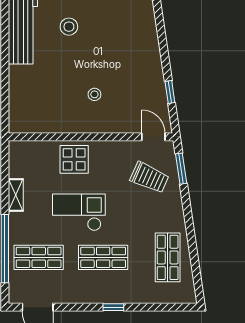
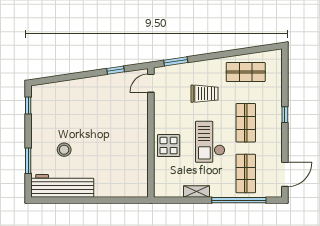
stool: (94, 94) -> (117, 130), removed
trolley: (149, 177) -> (204, 94), moved, turned 66

